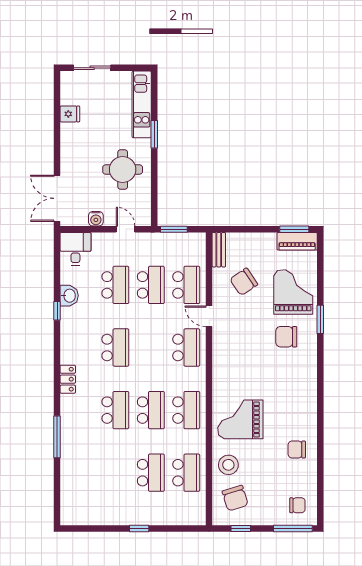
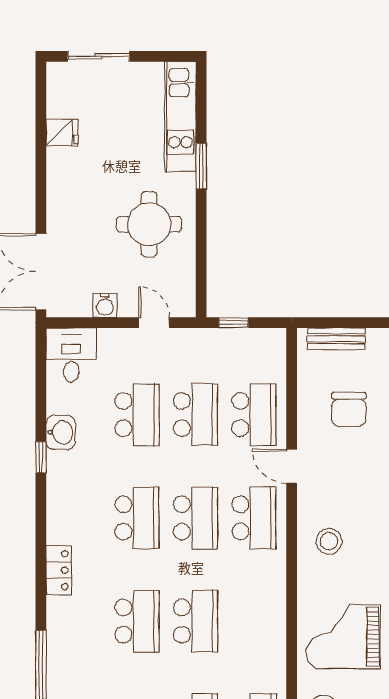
window: (174, 229) -> (234, 323), width x0.67
bench: (219, 250) -> (336, 339), moved, turned 90
chair: (244, 282) -> (349, 409), turned -56
stool: (232, 362) -> (329, 541), added
school desk: (186, 410) -> (195, 518), moved

